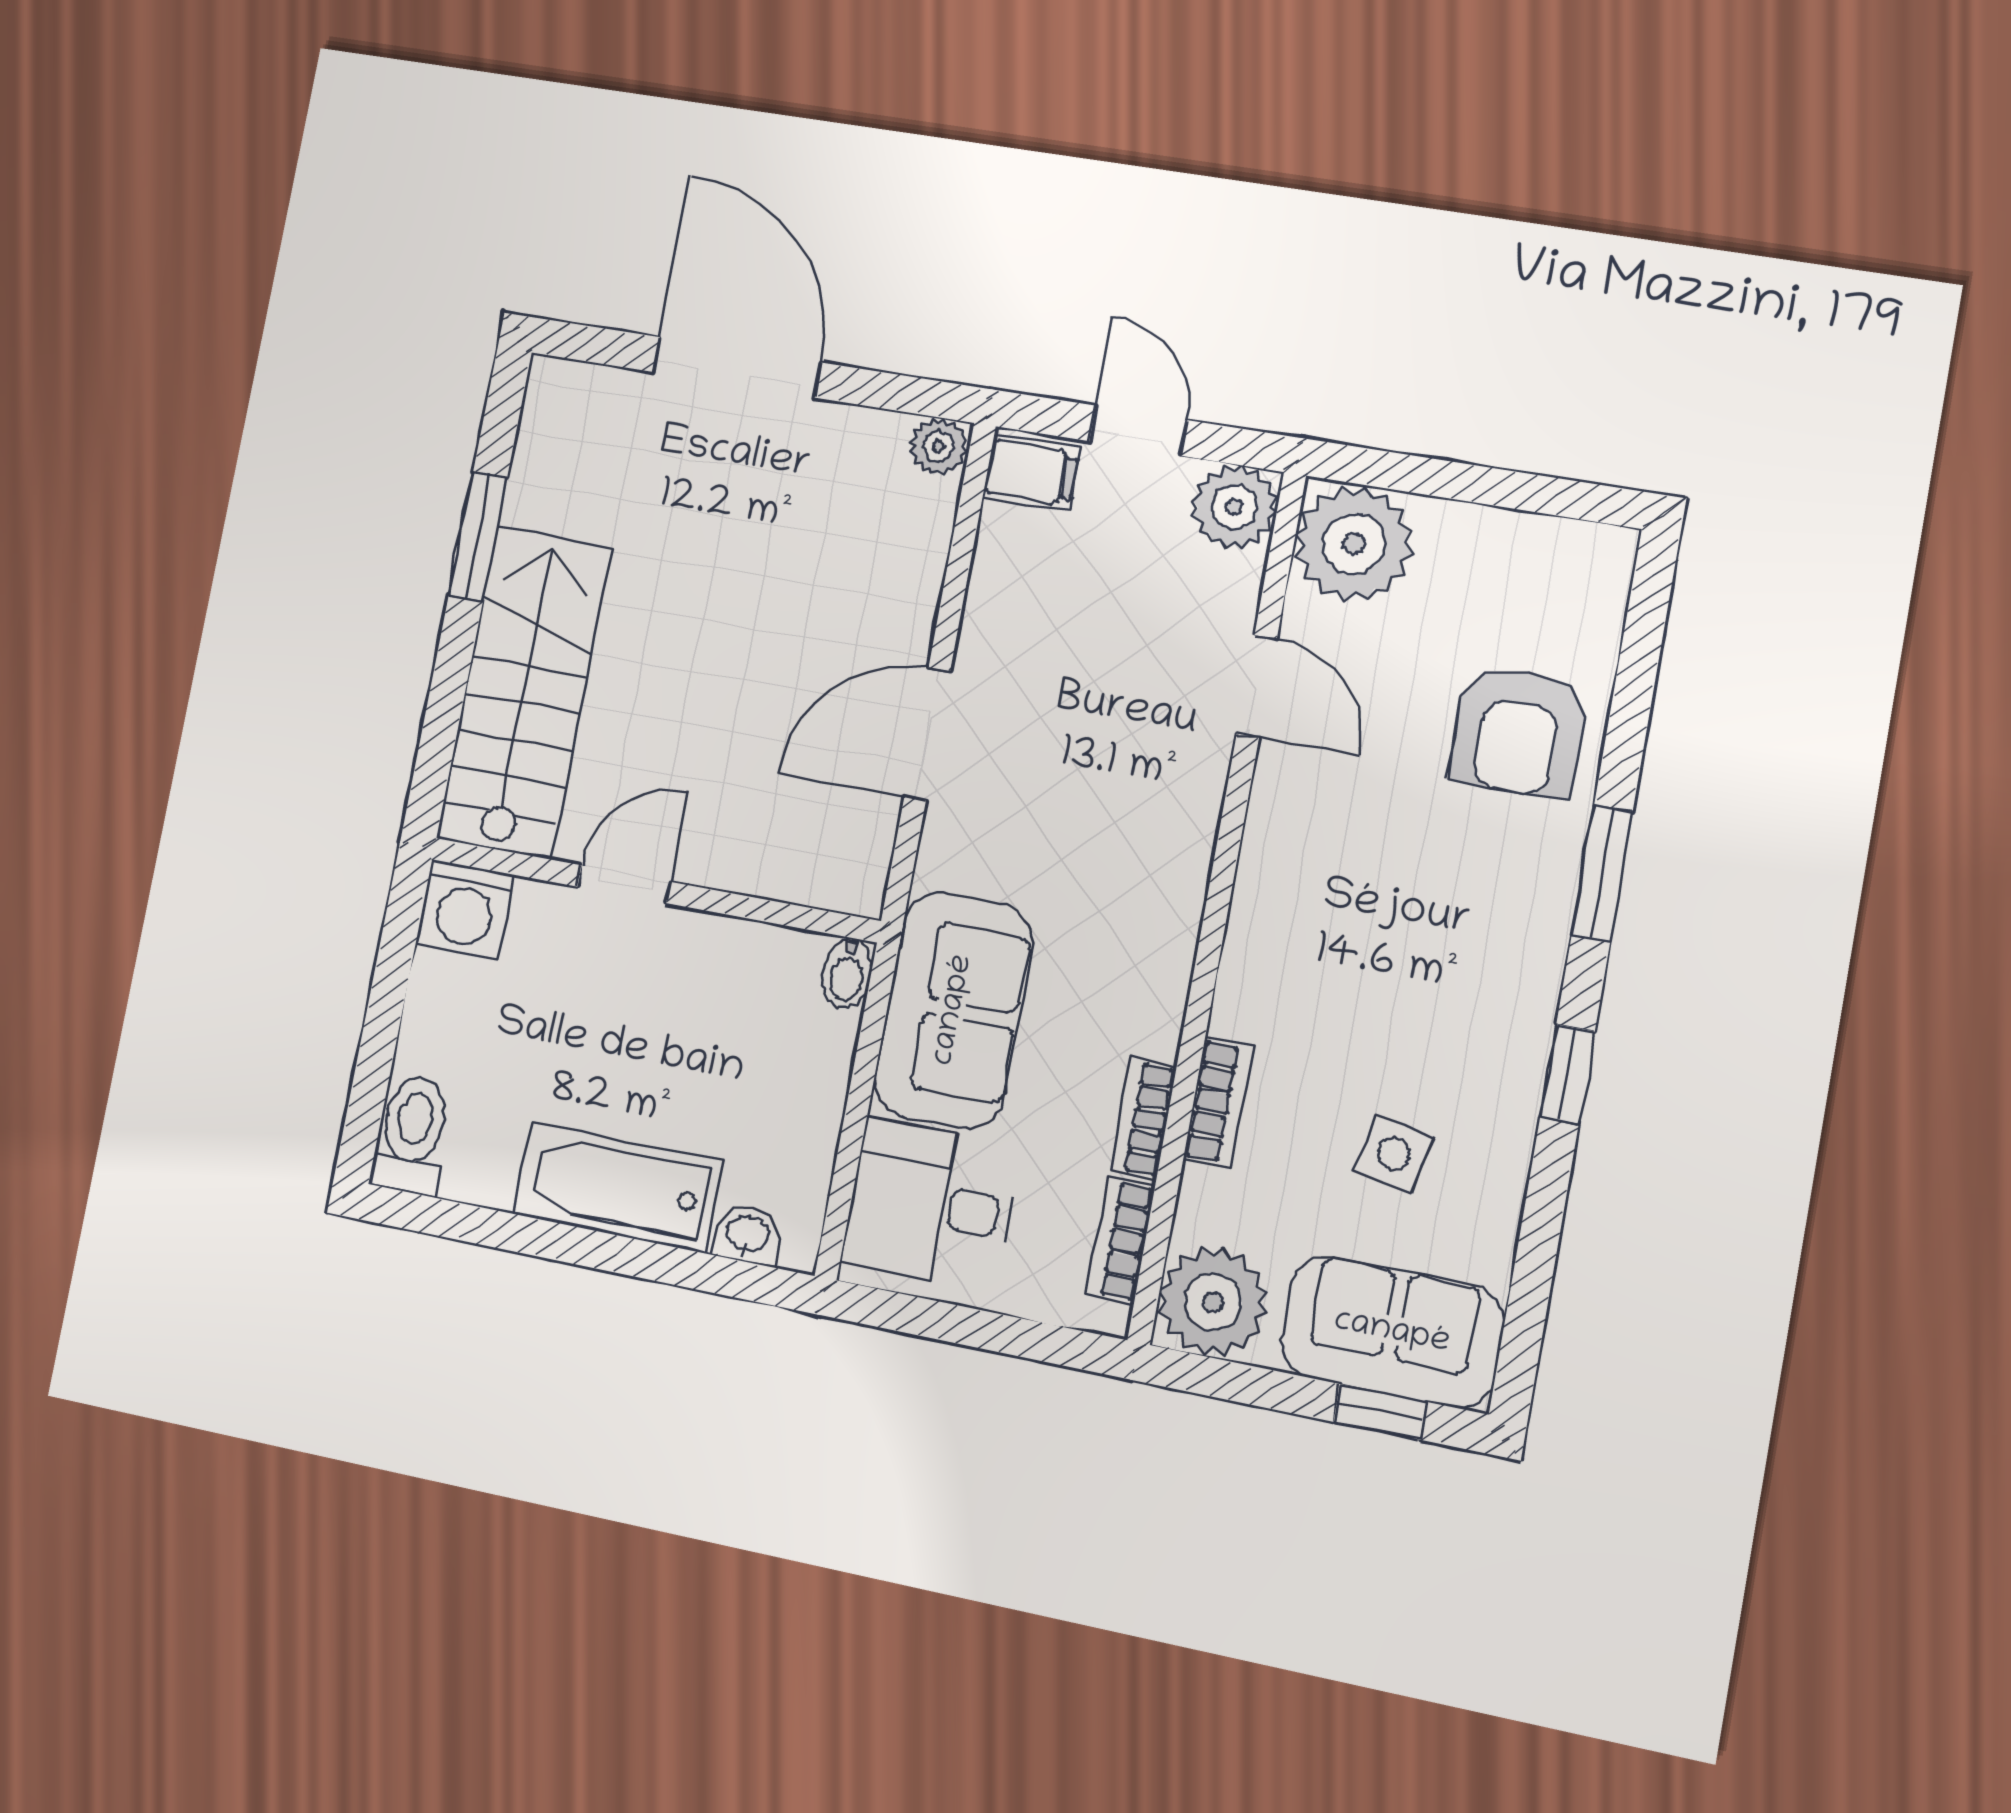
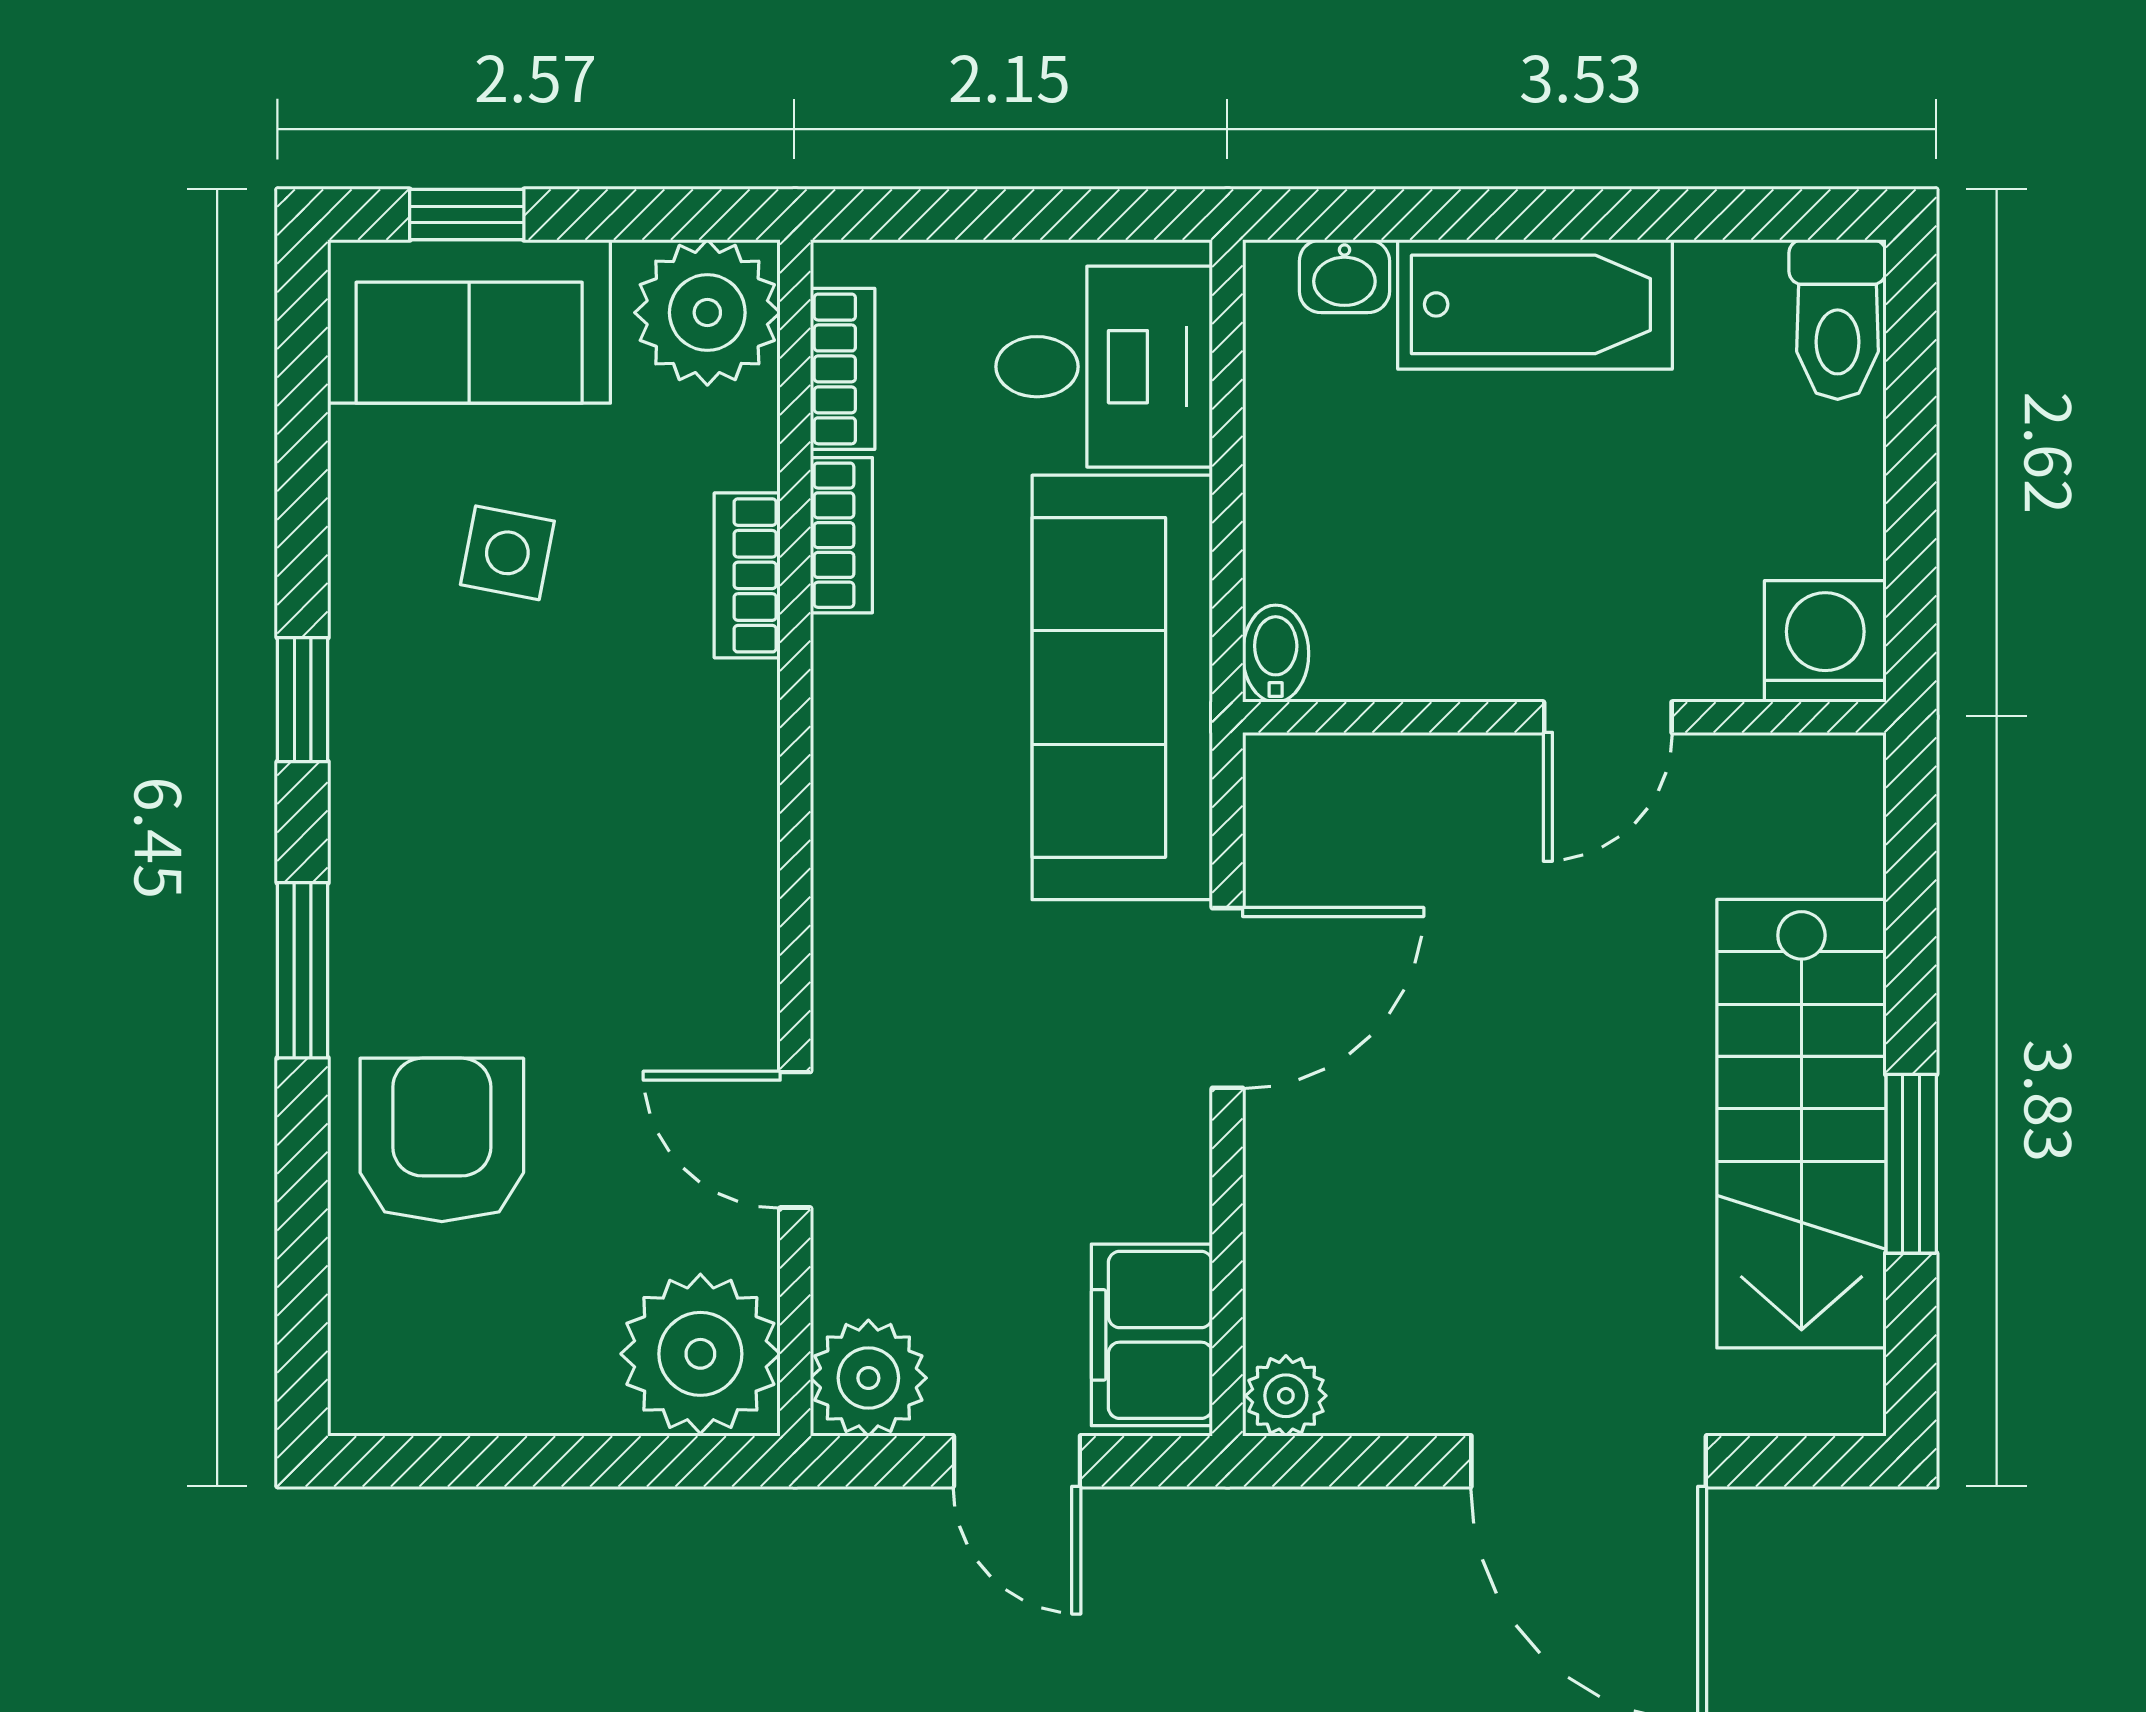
filing cabinet: (1031, 472) -> (1152, 1335), width x2.00
stairs: (524, 693) -> (1801, 1124), moved
sofa: (953, 1010) -> (1122, 687), width x1.36

